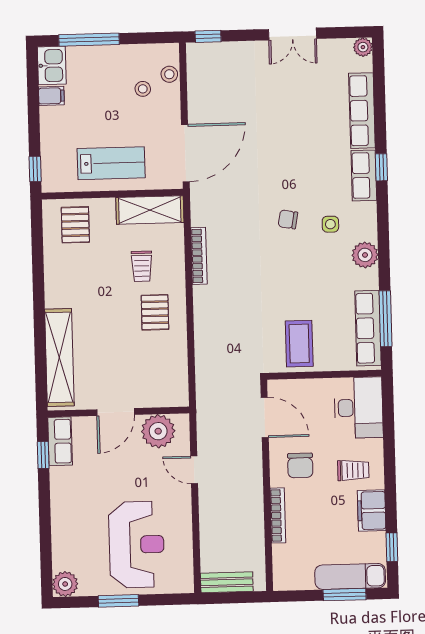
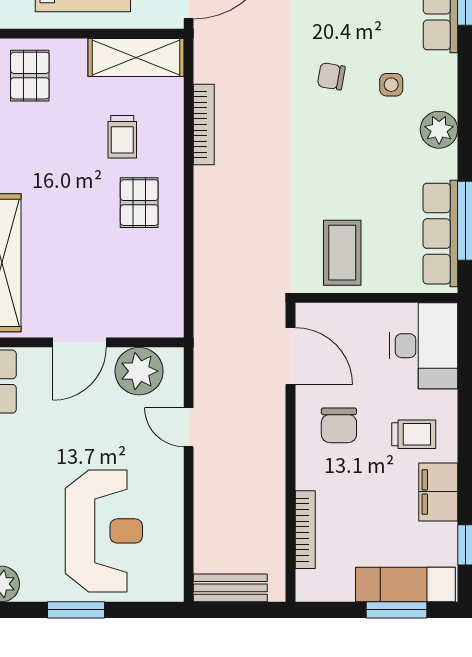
bookcase: (278, 515) -> (305, 530), moved

